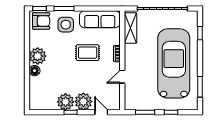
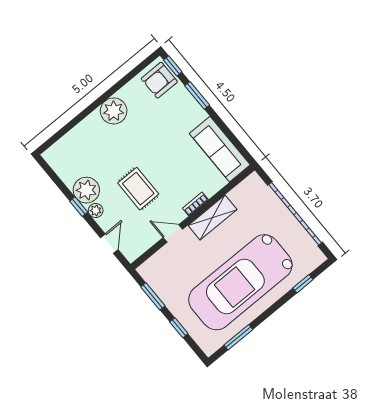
armchair: (41, 21) -> (159, 80), turned 90
side table: (66, 25) -> (179, 113), removed
shelving: (130, 28) -> (213, 217), moved
rug: (88, 53) -> (138, 189), moved
car: (174, 63) -> (240, 282), turned 180
floor lamp: (35, 71) -> (93, 122), removed
plant: (83, 101) -> (96, 210), width x0.53, depth x0.53

